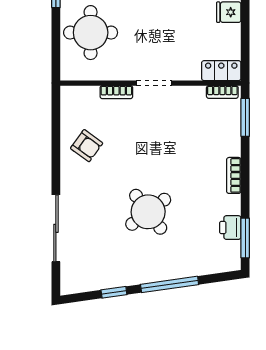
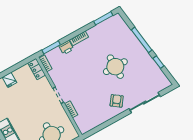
armchair: (87, 146) -> (117, 101), moved
round table: (148, 212) -> (115, 67), turned 37
printer: (230, 228) -> (66, 47), moved

